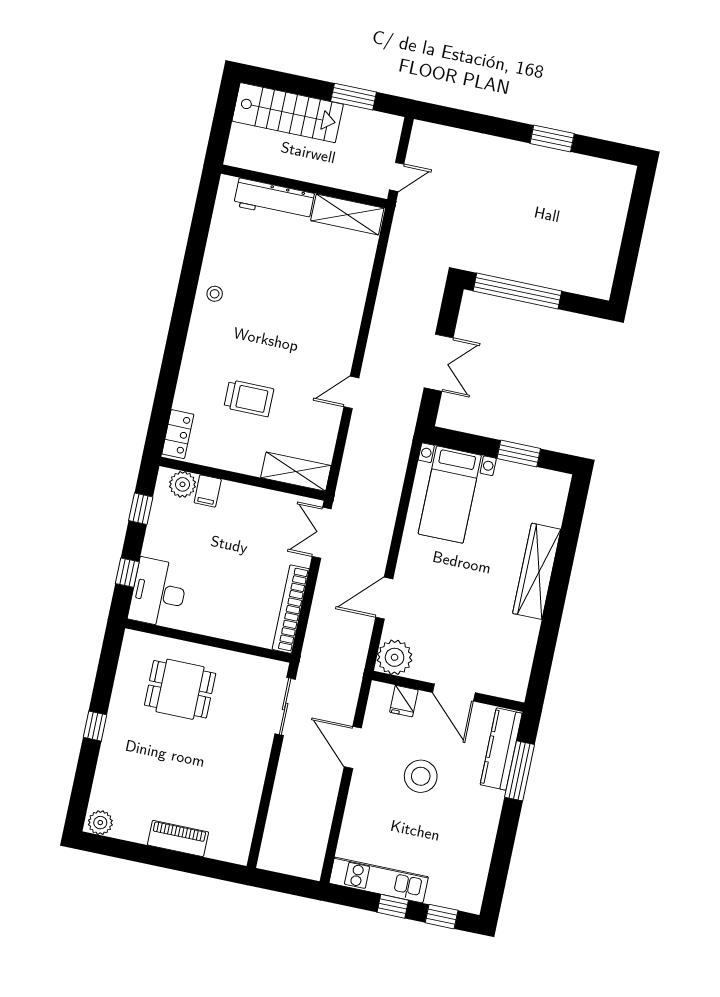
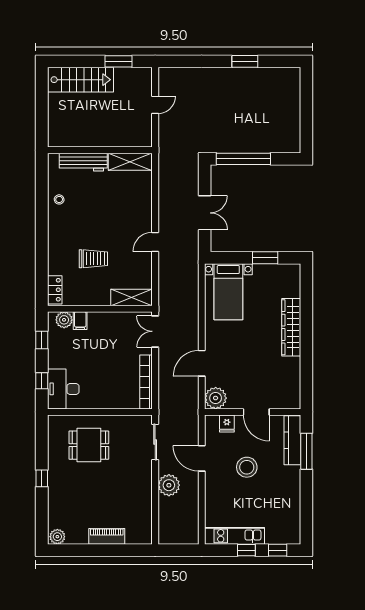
wall: (304, 186) -> (100, 150), moved
workbench: (274, 200) -> (83, 162), moved
shelving: (347, 214) -> (130, 162), moved
plant: (292, 779) -> (169, 485), added

